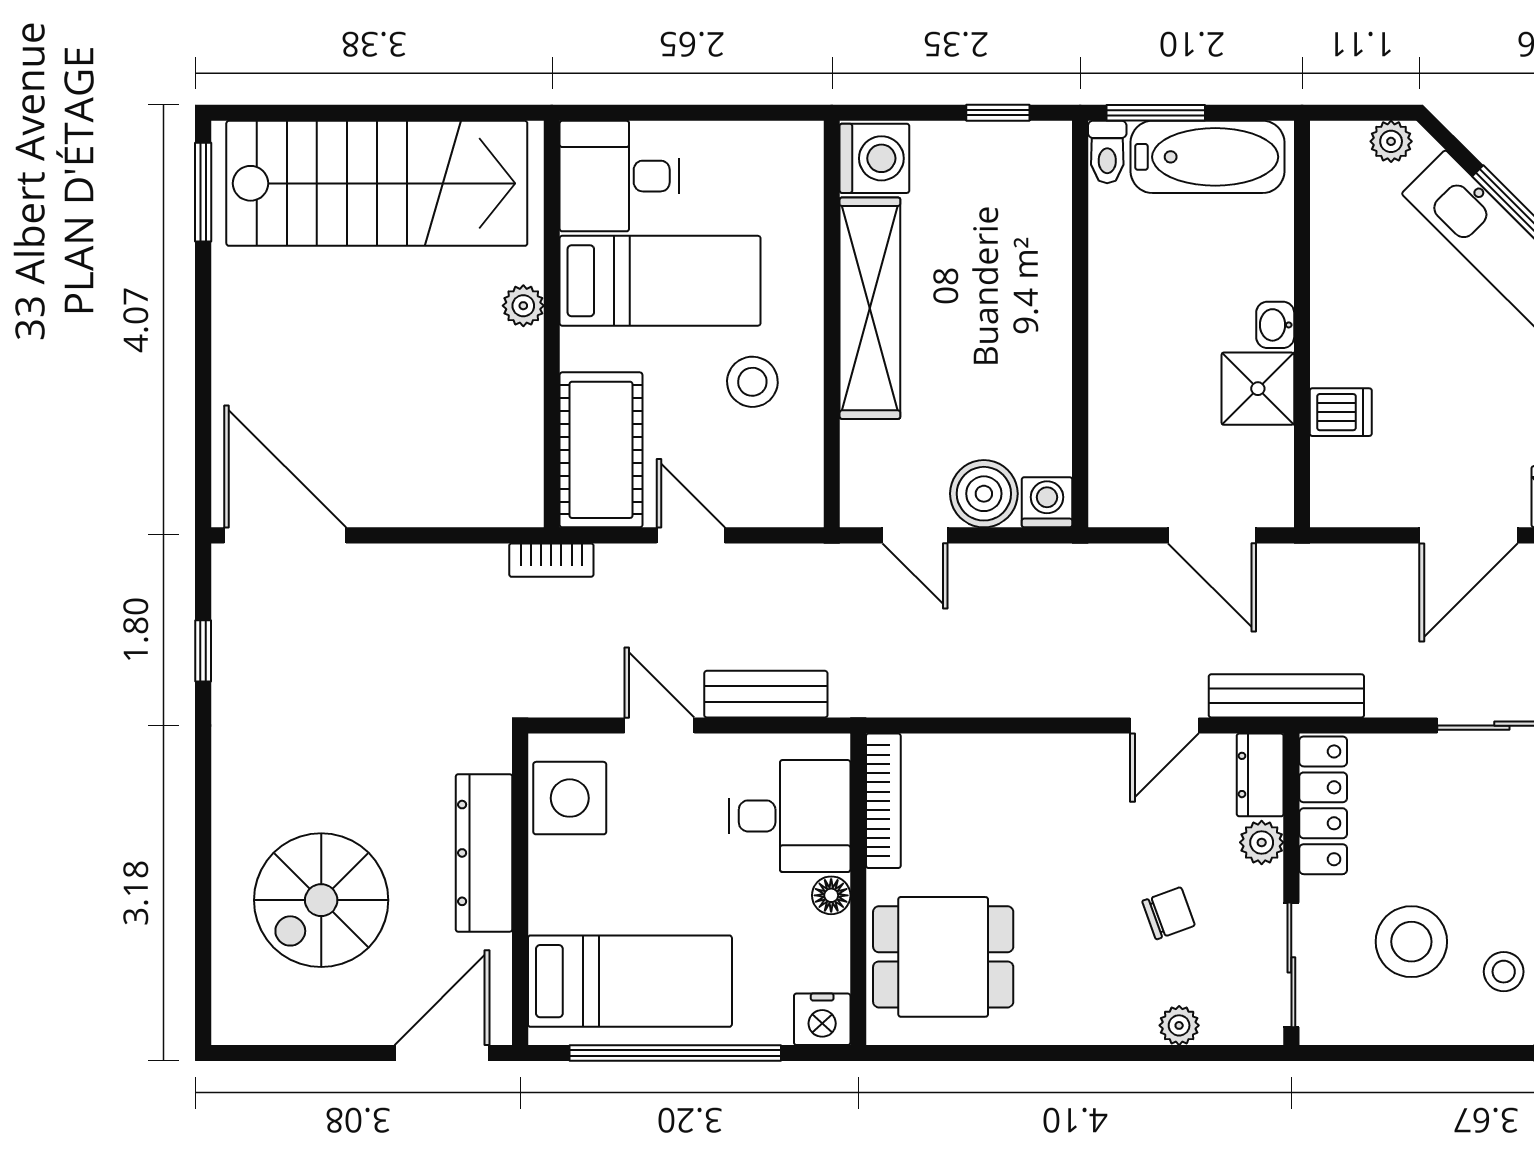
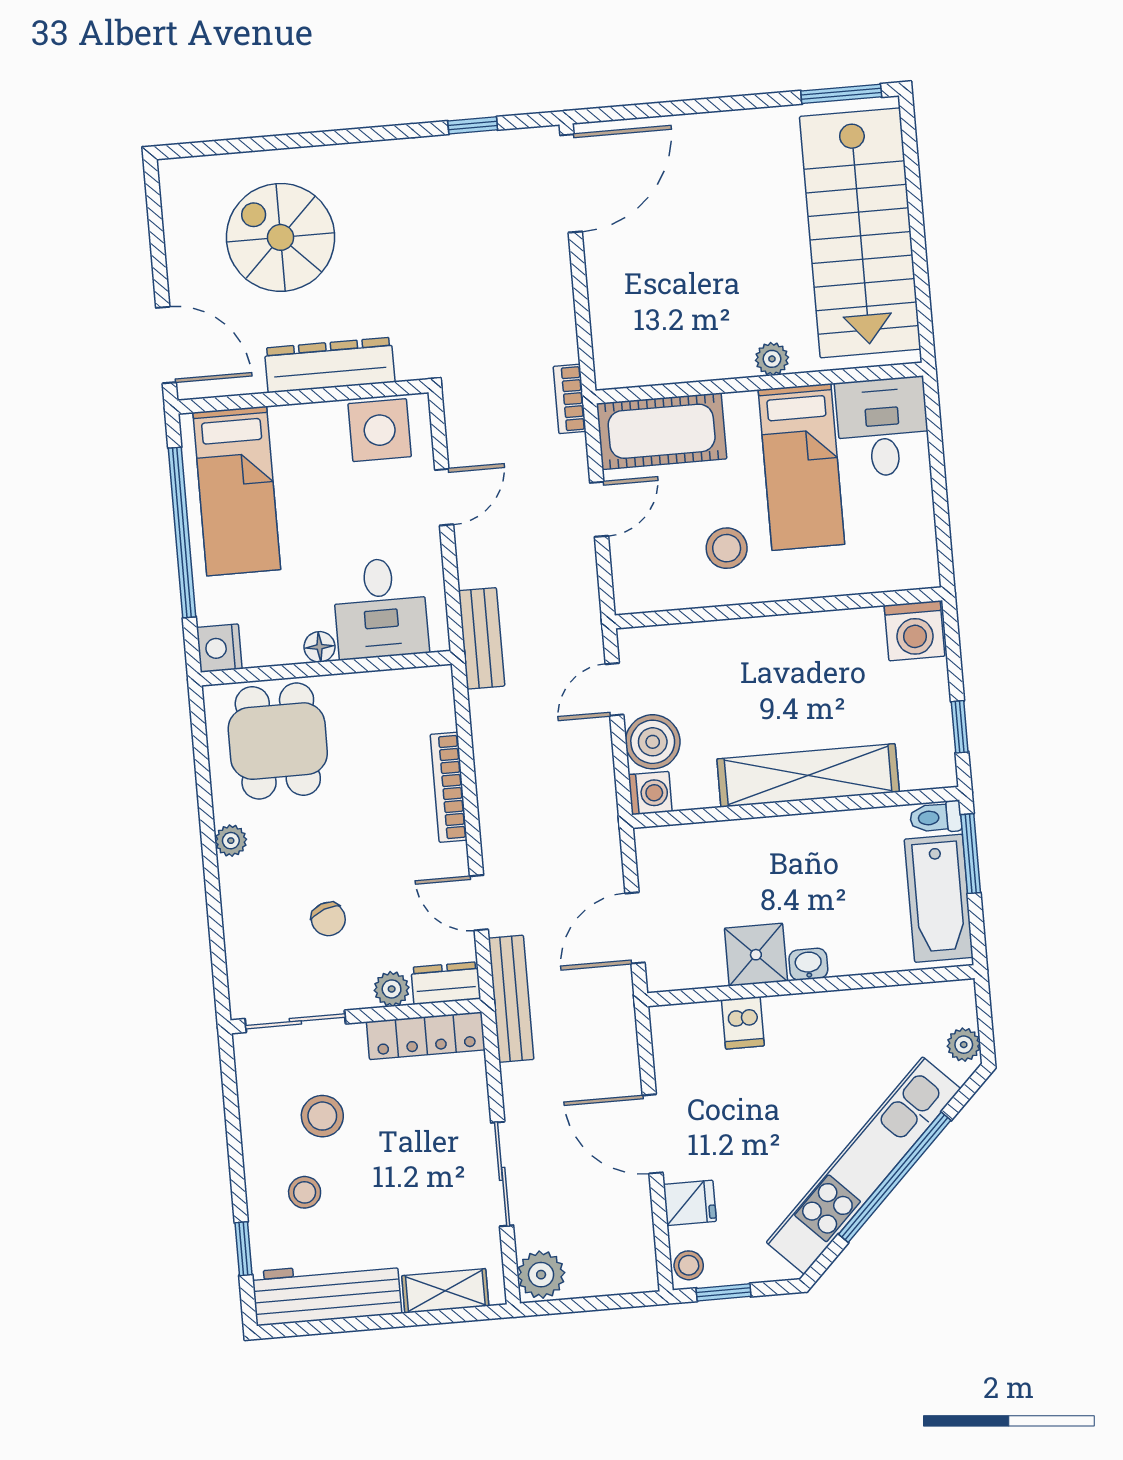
shelving: (870, 308) -> (808, 775), moved
bench: (766, 694) -> (482, 638), moved
bookcase: (883, 801) -> (449, 787), moved, turned 90
stool: (1411, 942) -> (322, 1116), width x0.73, depth x0.73
plant: (1179, 1025) -> (231, 841), moved

